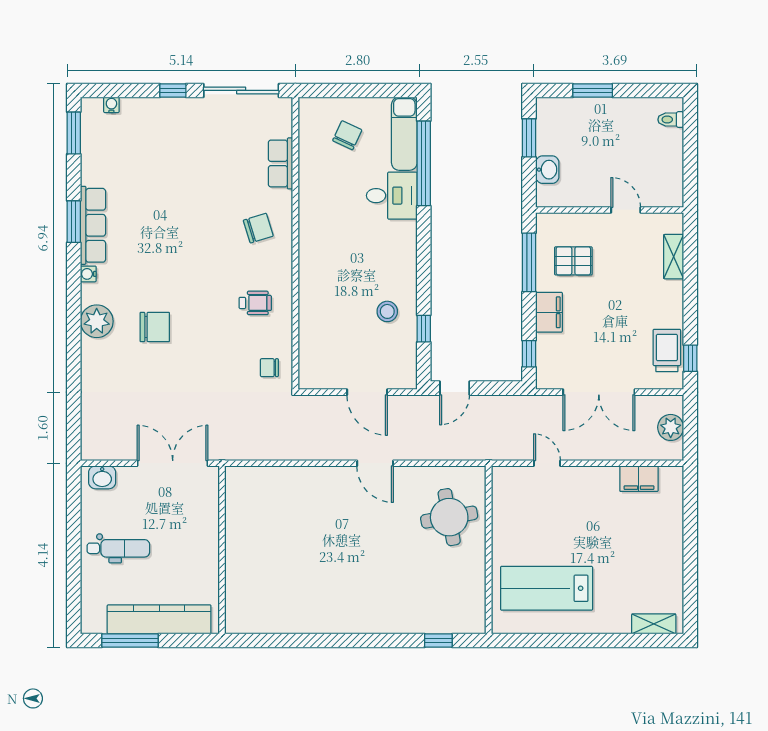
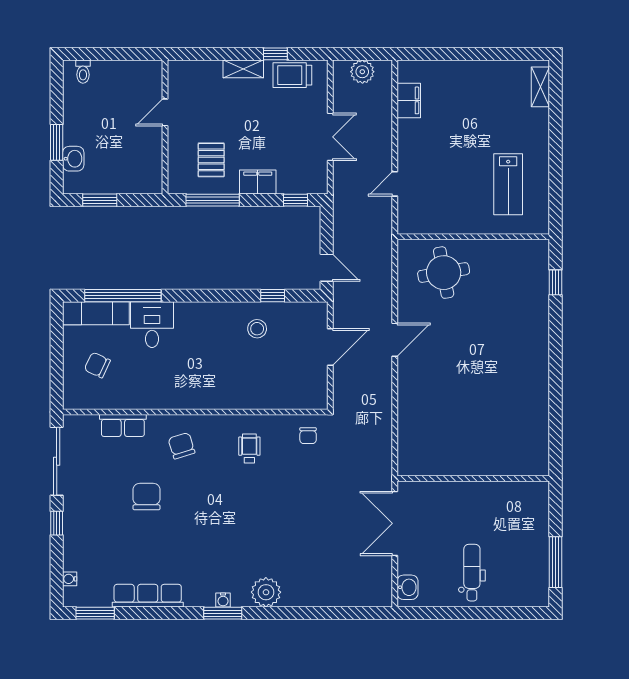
washbasin: (547, 170) -> (73, 159), moved, turned 90
window: (74, 222) -> (223, 613), moved
row of seats: (93, 225) -> (148, 596), moved
shelving: (674, 257) -> (243, 69), moved
chair: (155, 327) -> (147, 497), moved
window: (690, 358) -> (275, 54), moved
double door: (599, 392) -> (330, 137), width x0.73
lab bench: (547, 588) -> (508, 184), width x0.73, depth x0.72
kitchen counter: (159, 619) -> (536, 536), removed

